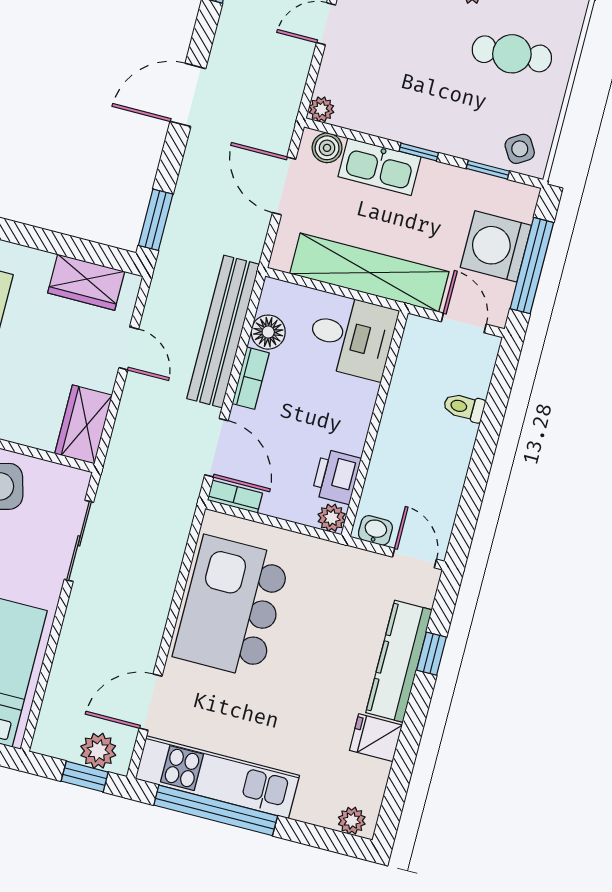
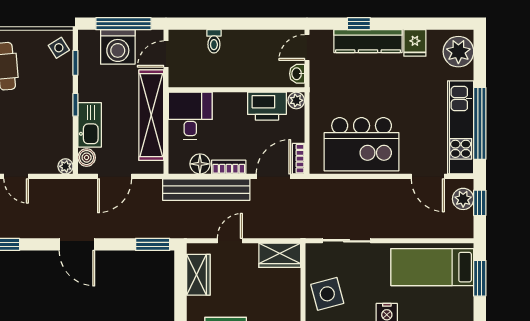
printer: (336, 477) -> (267, 106), width x1.37, depth x1.19
plant: (352, 821) -> (458, 52), width x1.88, depth x1.88

